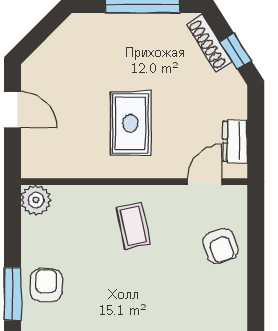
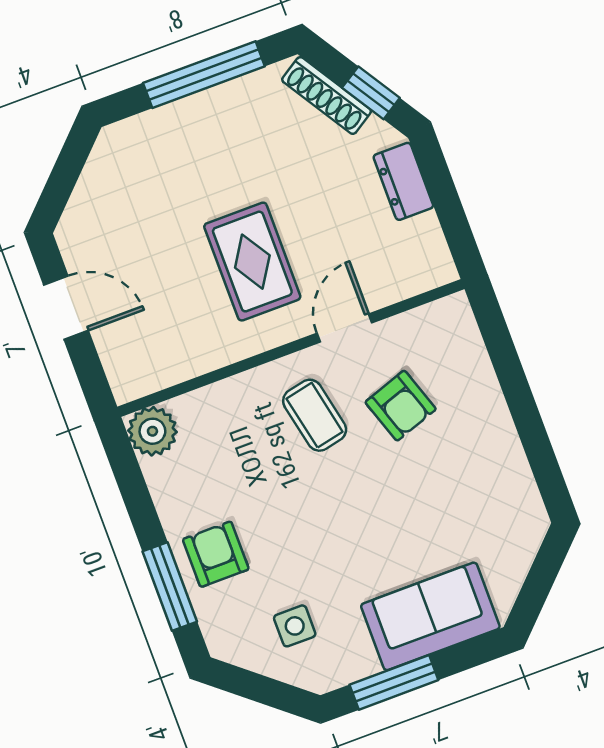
dresser: (235, 141) -> (403, 181), moved
door: (205, 182) -> (344, 328), moved
armchair: (221, 246) -> (401, 406), moved

